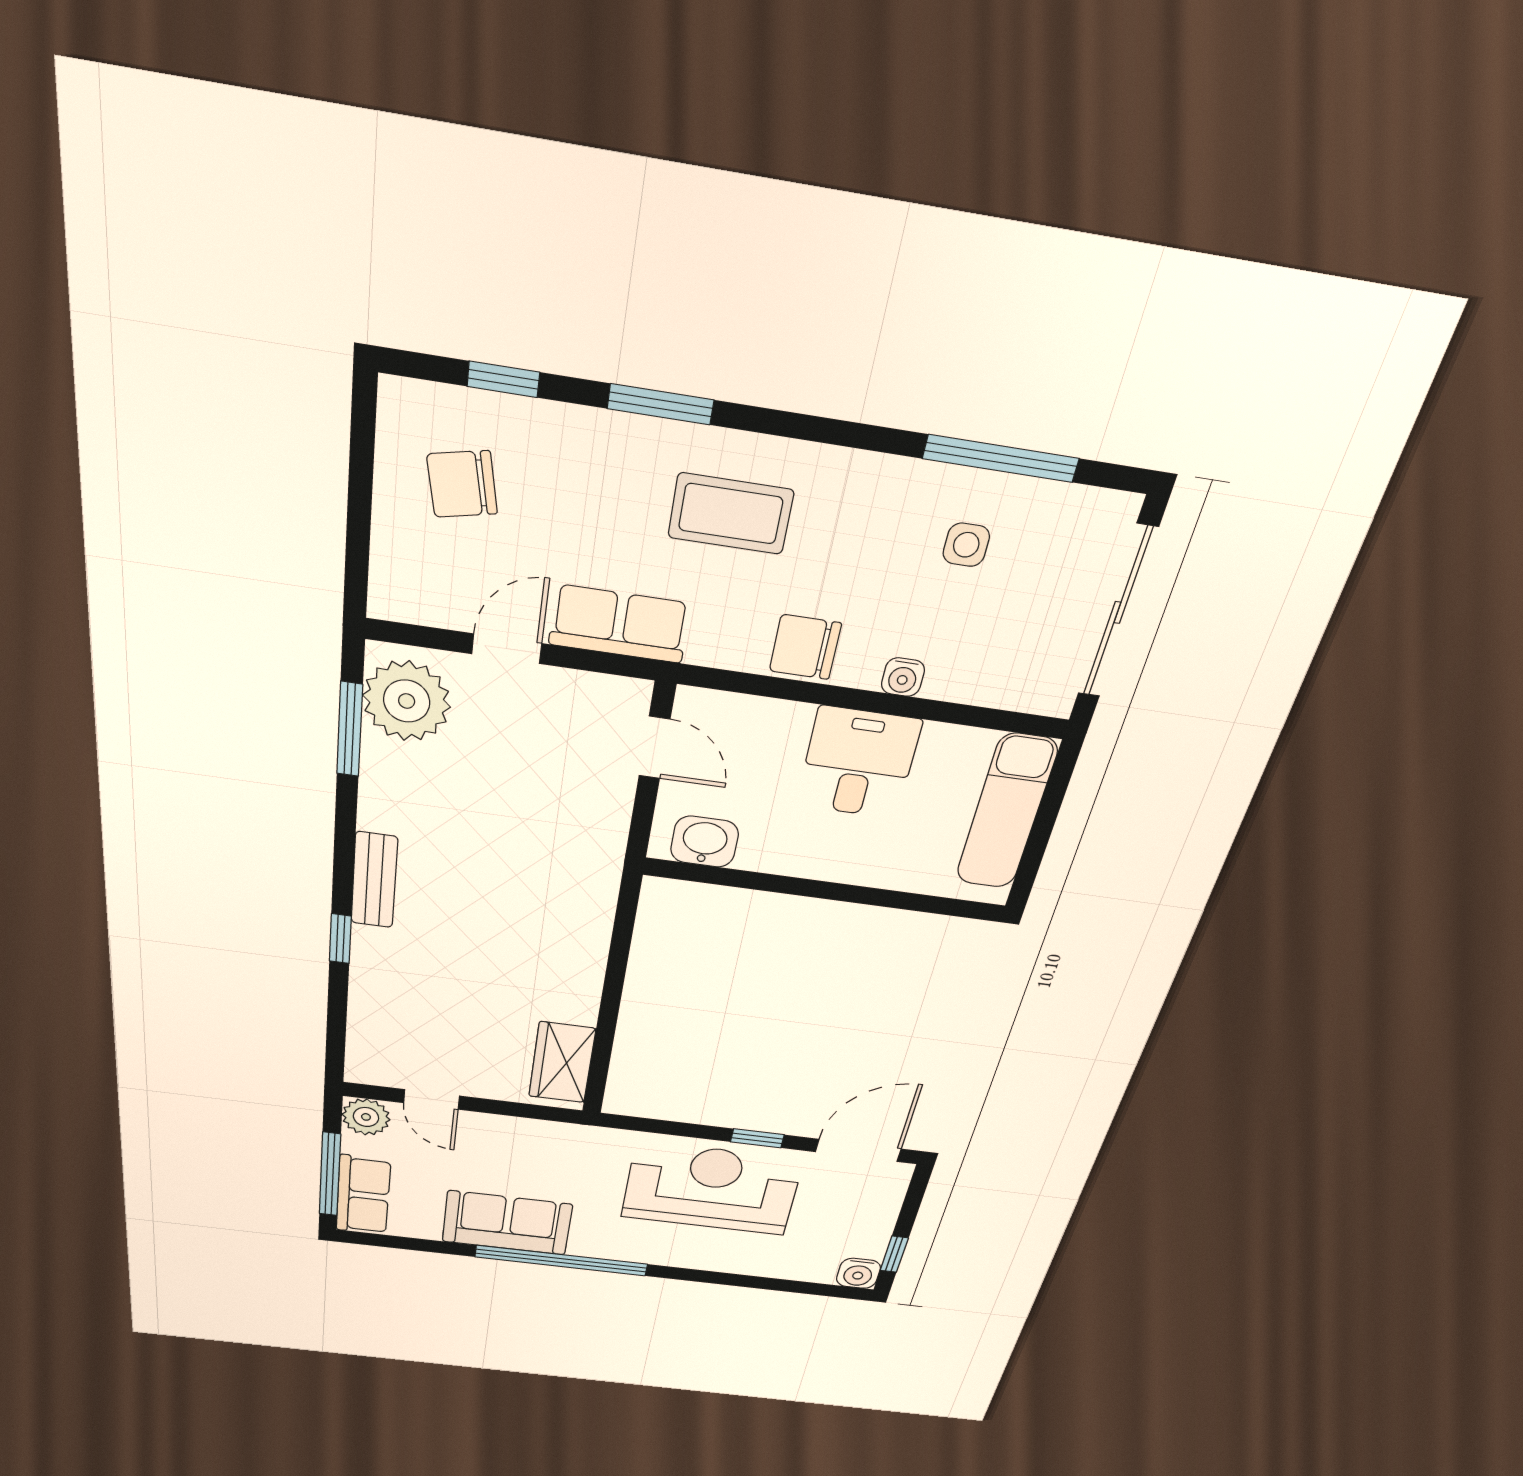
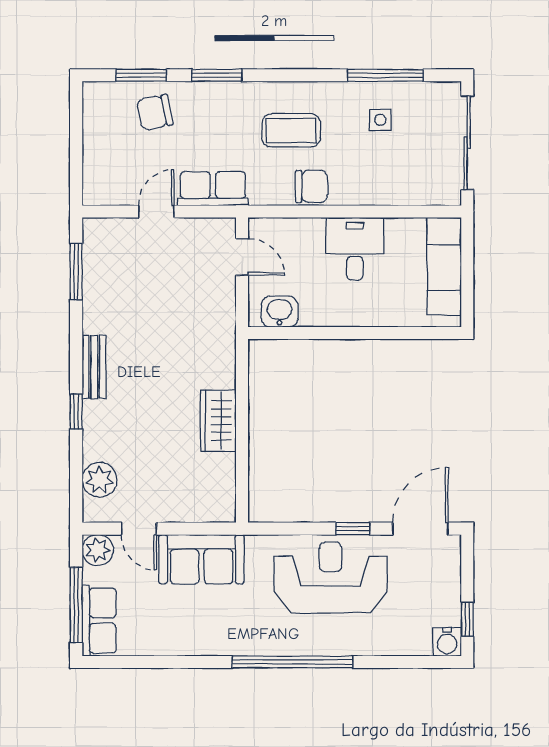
window: (503, 379) -> (141, 75), width x1.50
chair: (462, 484) -> (155, 112), moved
coffee table: (731, 514) -> (291, 130), moved
chair: (805, 647) -> (311, 186), turned 180
water cooler: (903, 677) -> (366, 195), removed
plant: (407, 701) -> (99, 480), moved, width x0.73, depth x0.73
wardrobe: (562, 1063) -> (218, 421), moved
sofa: (507, 1223) -> (201, 559), moved, turned 180
window: (561, 1261) -> (292, 662), moved

